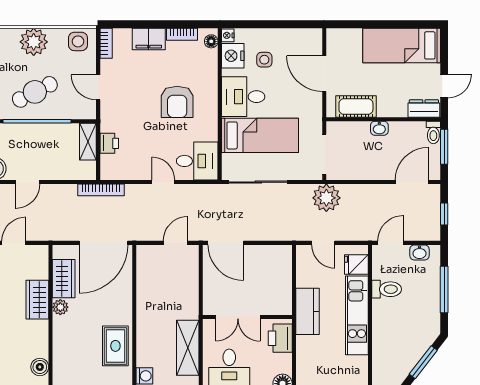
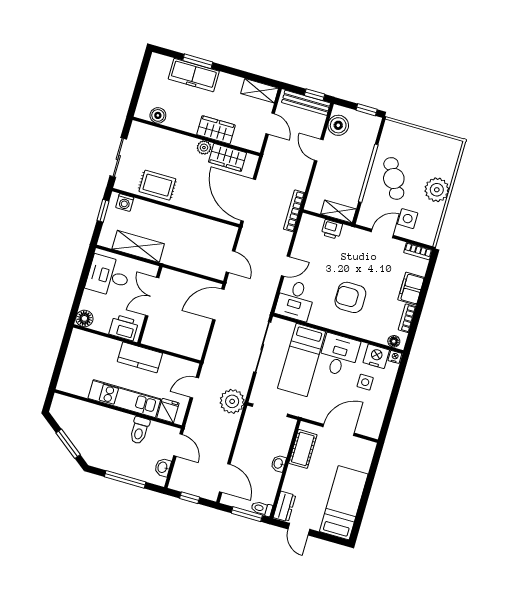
side table: (78, 41) -> (408, 219), moved

